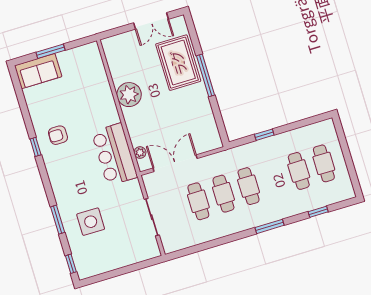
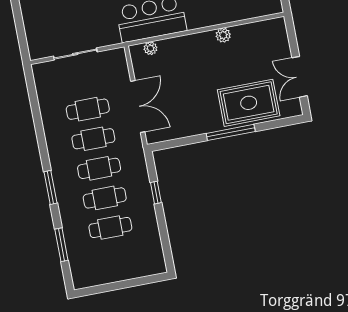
plant: (129, 95) -> (223, 35), width x0.53, depth x0.53
double door: (175, 163) -> (138, 107), moved
cafe table: (324, 163) -> (105, 198), moved
window: (318, 212) -> (61, 245), width x1.50

